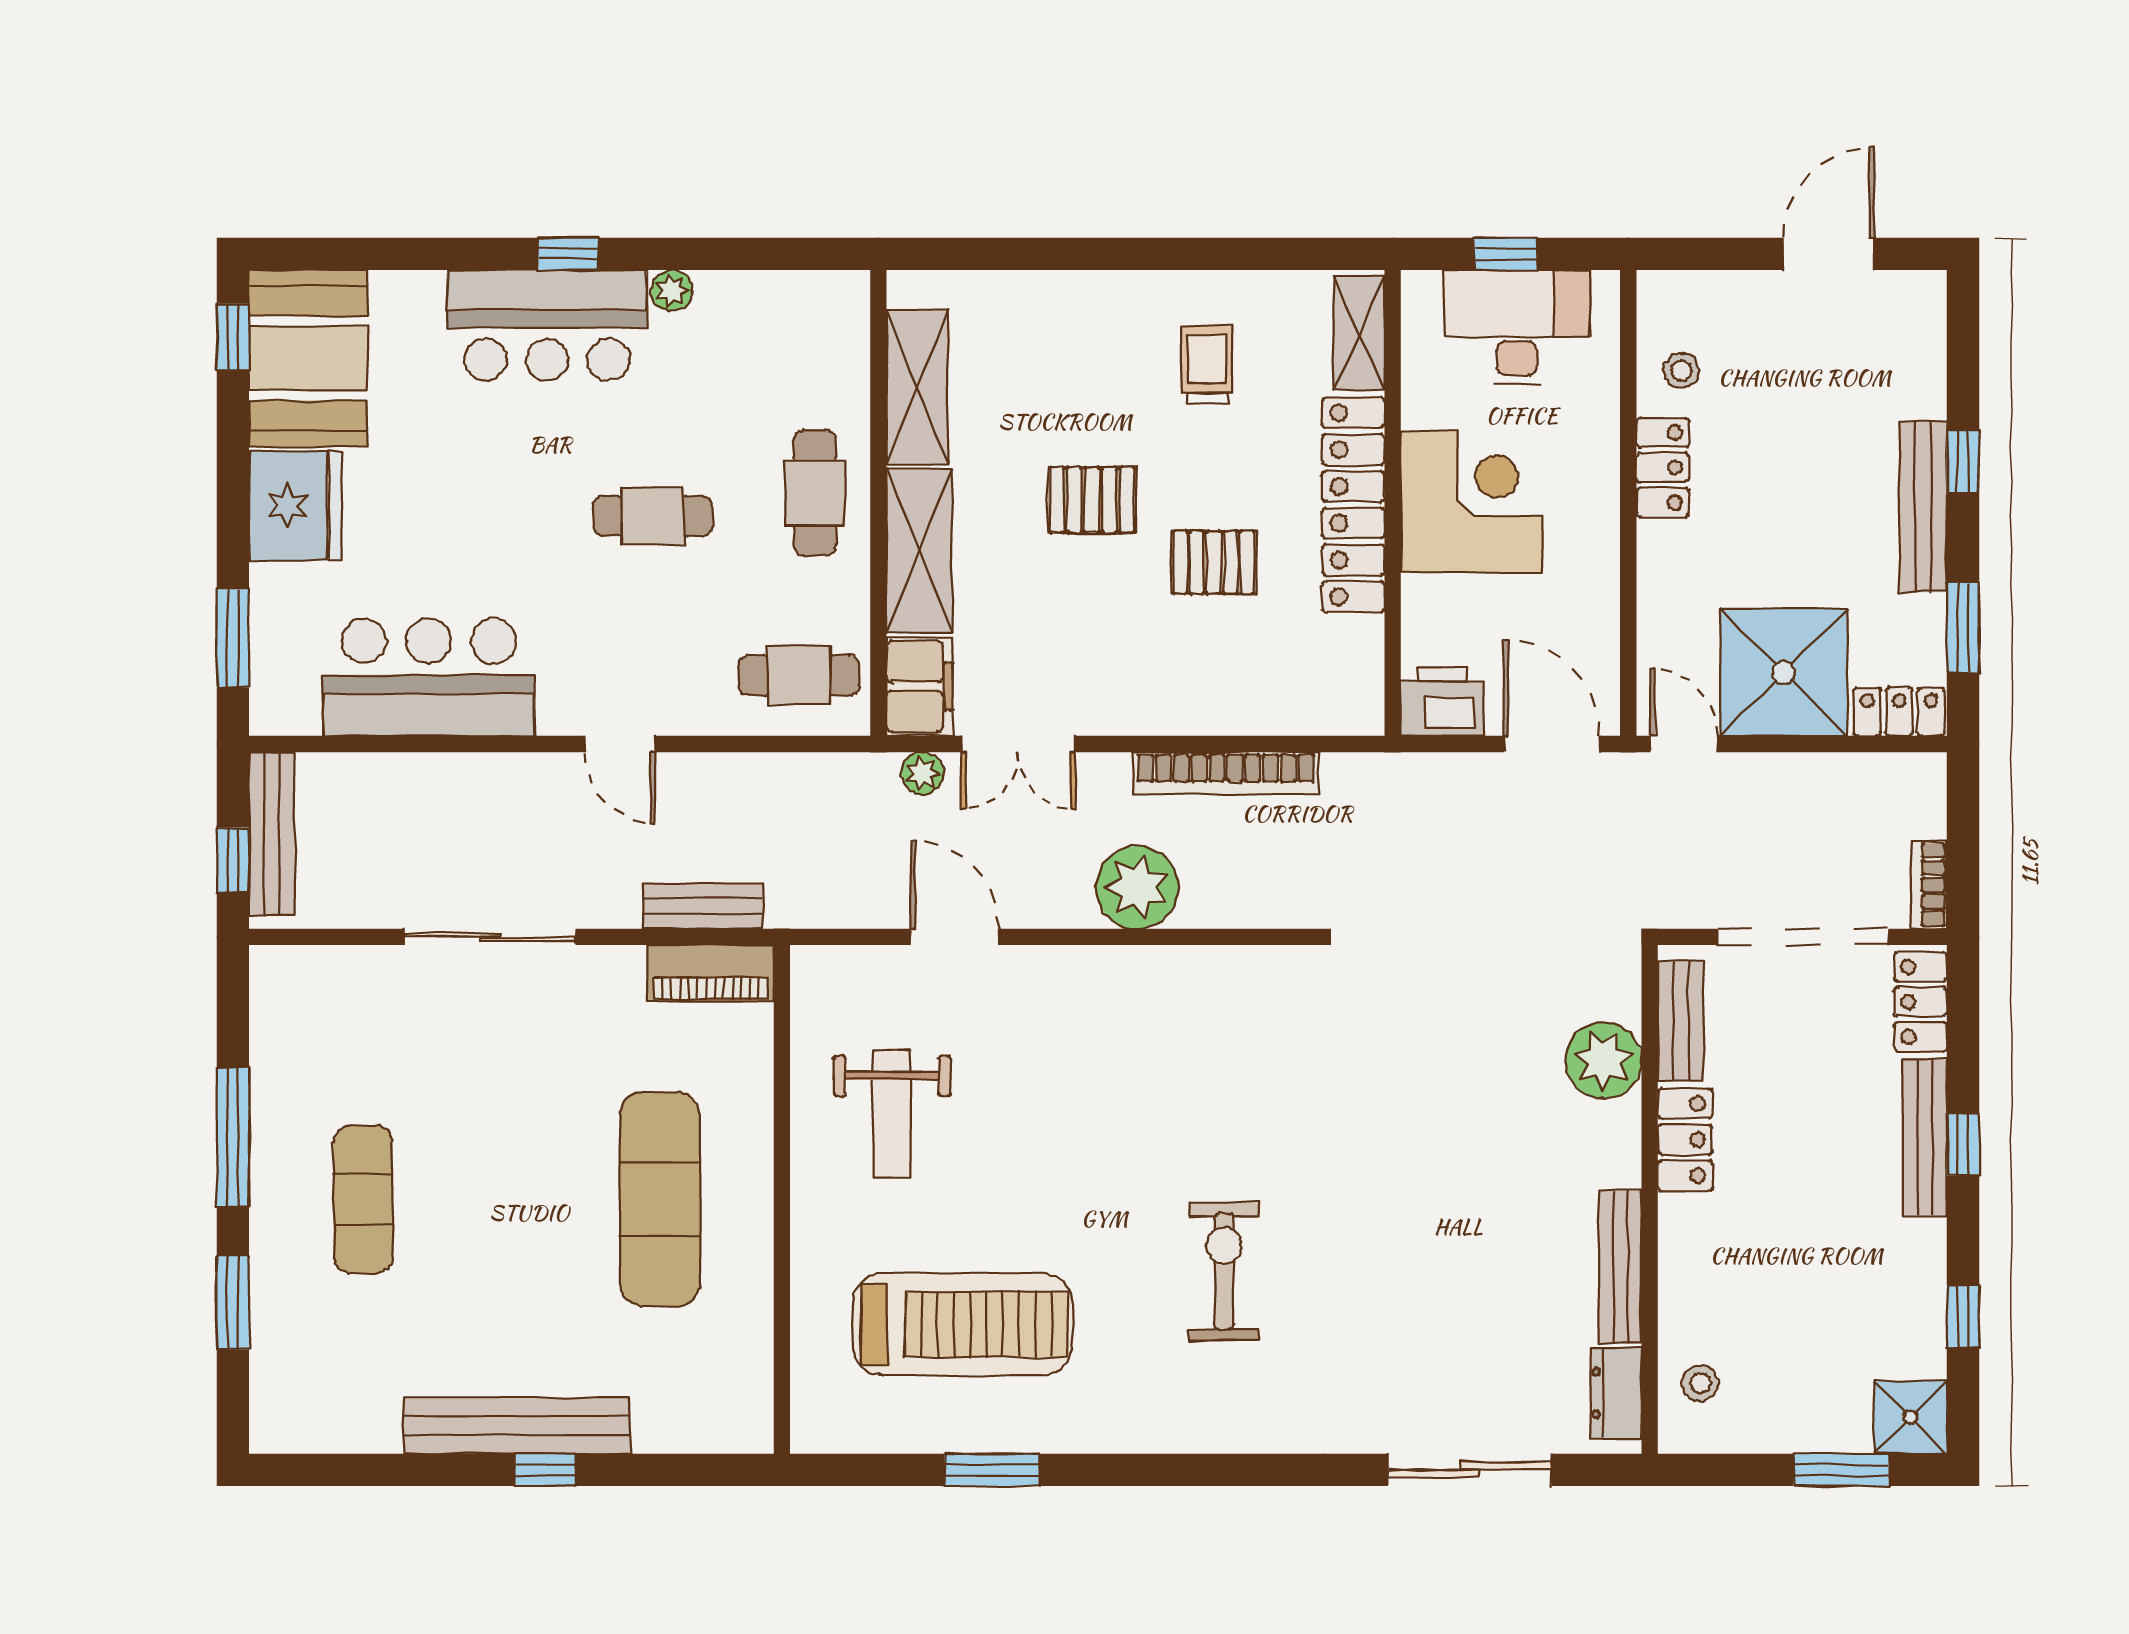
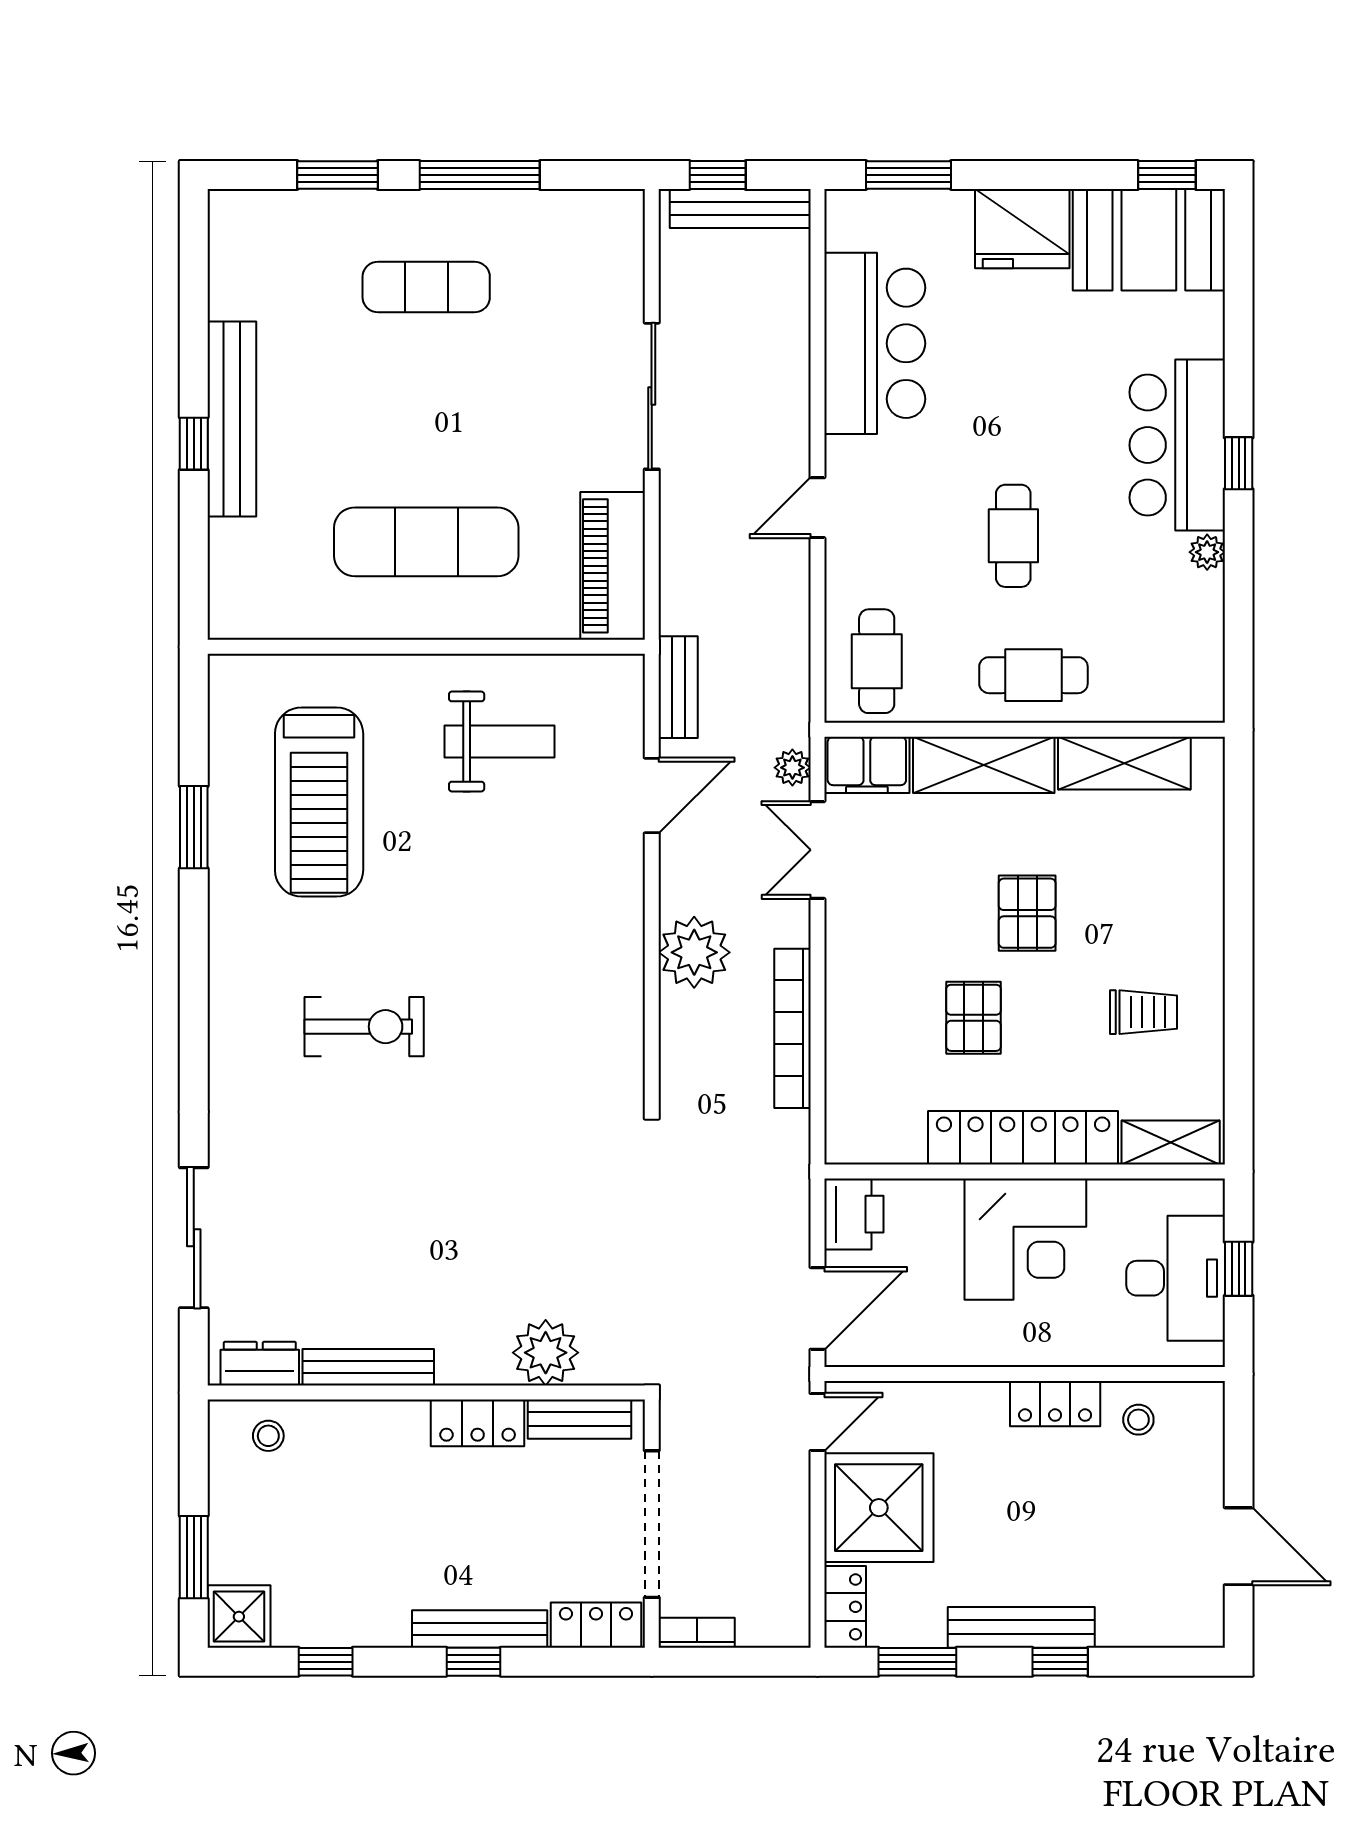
bench: (703, 906) -> (678, 687), moved
piano: (711, 973) -> (613, 566), width x1.37, depth x1.33
weight bench: (892, 1114) -> (499, 742), turned 180

